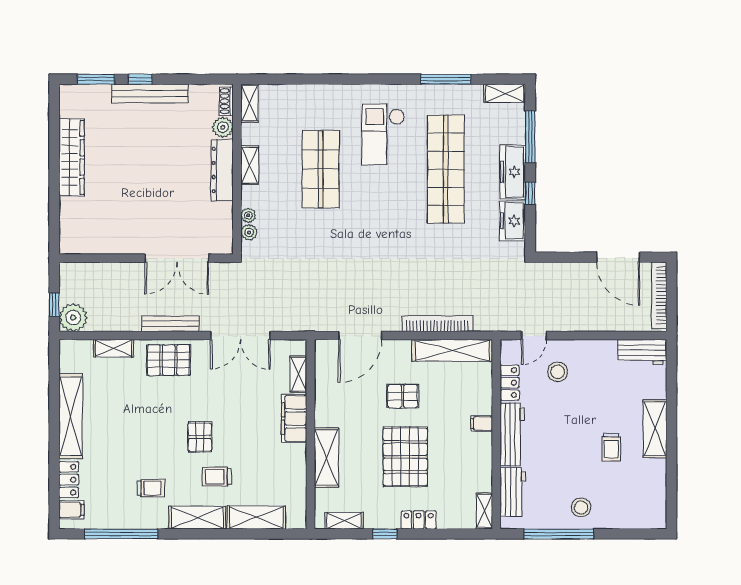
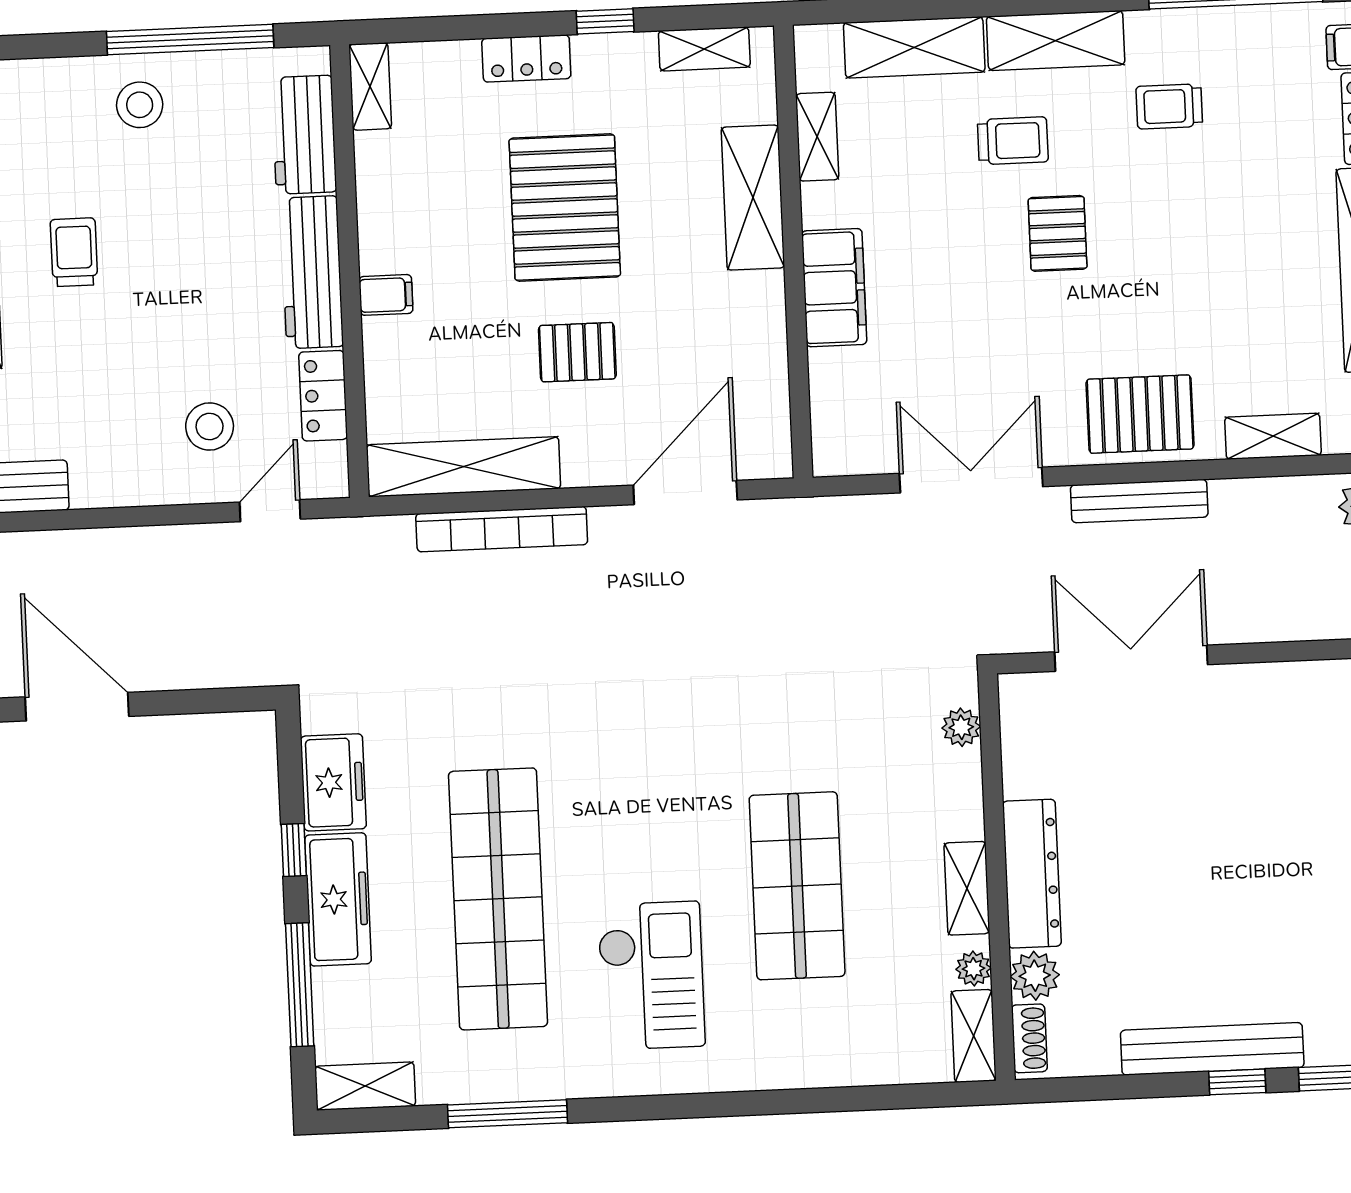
plant: (248, 215) -> (974, 969), moved
shelving: (298, 374) -> (817, 137), moved

